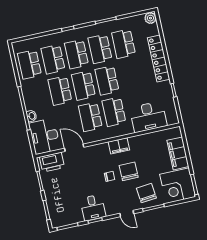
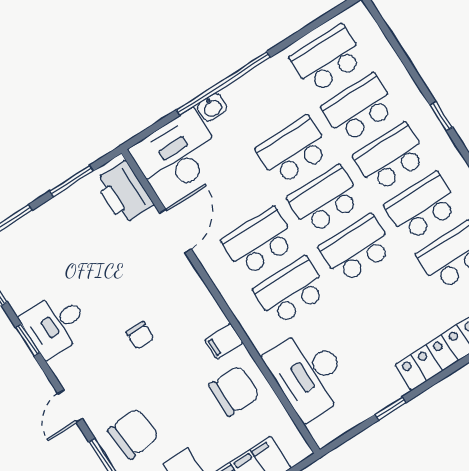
filing cabinet: (119, 146) -> (224, 341), width x0.50
chair: (129, 171) -> (234, 391), moved

